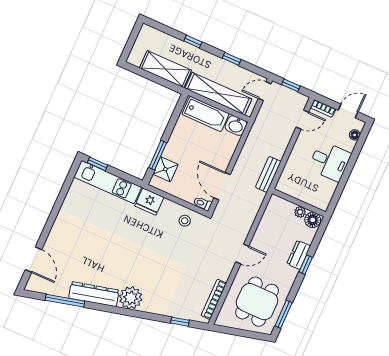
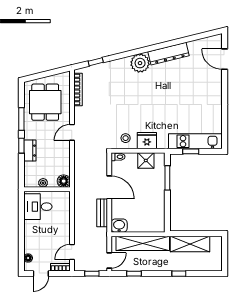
window: (232, 59) -> (134, 274), moved
bathtub: (206, 114) -> (146, 224), removed
desk: (330, 161) -> (38, 207), moved
window: (97, 164) -> (191, 151), moved
shower: (165, 169) -> (146, 160), moved
bench: (268, 174) -> (102, 213), moved
door: (222, 186) -> (109, 187), moved
fridge: (149, 202) -> (147, 141), moved
floor lamp: (313, 220) -> (64, 181), moved
window: (65, 301) -> (188, 39), removed
window: (284, 314) -> (21, 119), moved

